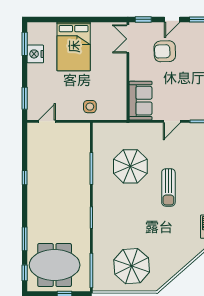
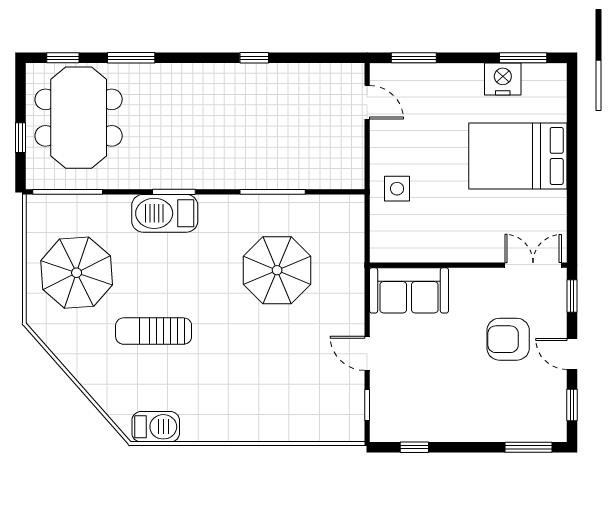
armchair: (165, 51) -> (508, 339), turned -88
sun lounger: (168, 187) -> (154, 331), moved
barbecue: (102, 222) -> (165, 213), added

